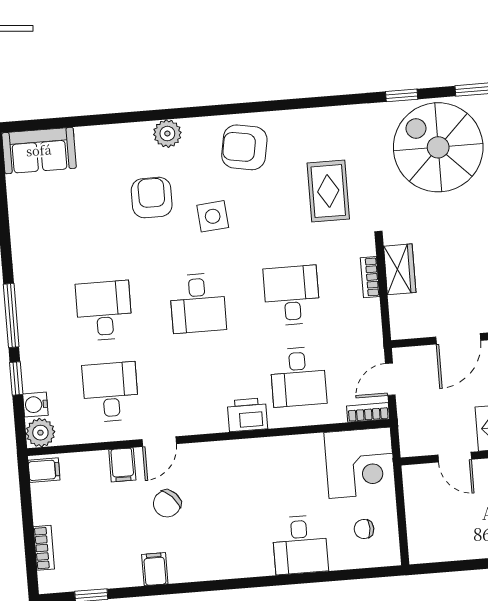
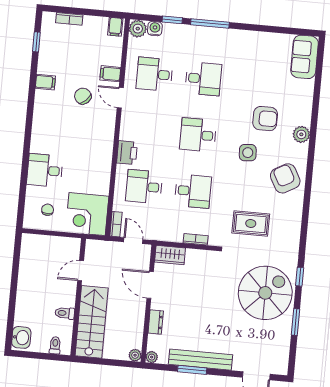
armchair: (244, 147) -> (285, 178), turned -39
wardrobe: (400, 269) -> (170, 255), moved
desk: (111, 392) -> (155, 74), turned 180

